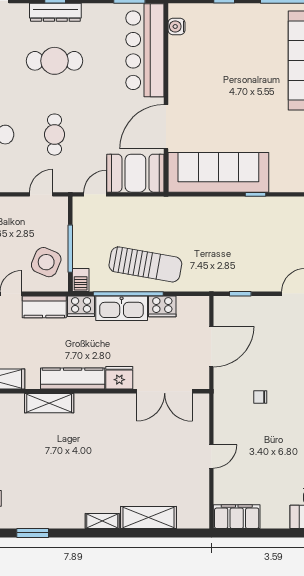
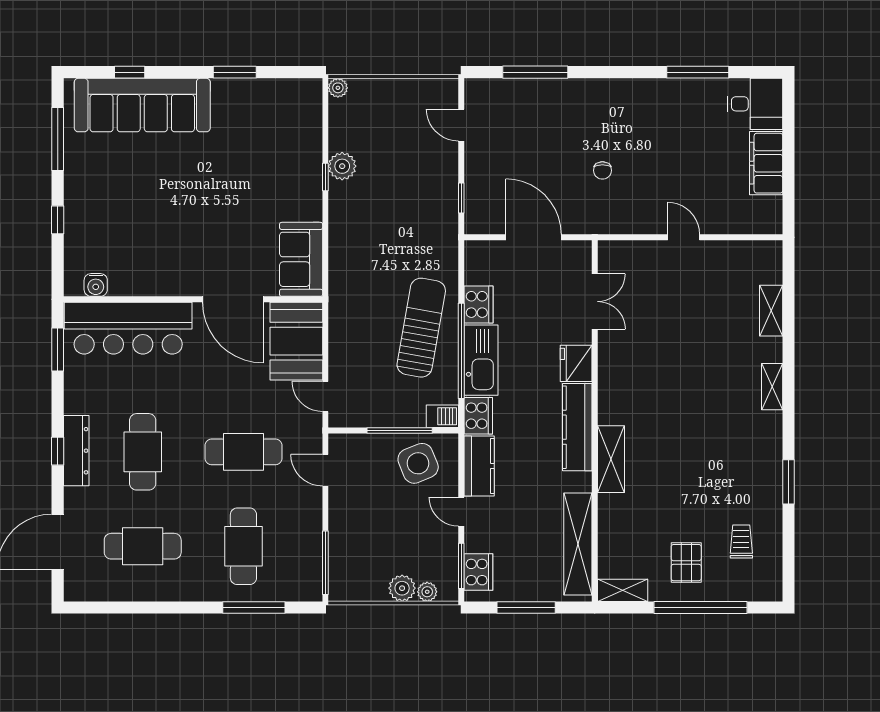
cafe table: (55, 135) -> (243, 452), width x1.37, depth x1.35
sofa: (218, 172) -> (301, 259), width x0.54, depth x0.79
plant: (263, 207) -> (342, 166), added
side table: (46, 262) -> (418, 463), turned 45
double door: (165, 391) -> (595, 301), width x0.73
shelving: (149, 517) -> (771, 311), width x0.67, depth x0.75
filing cabinet: (237, 517) -> (766, 163), moved

